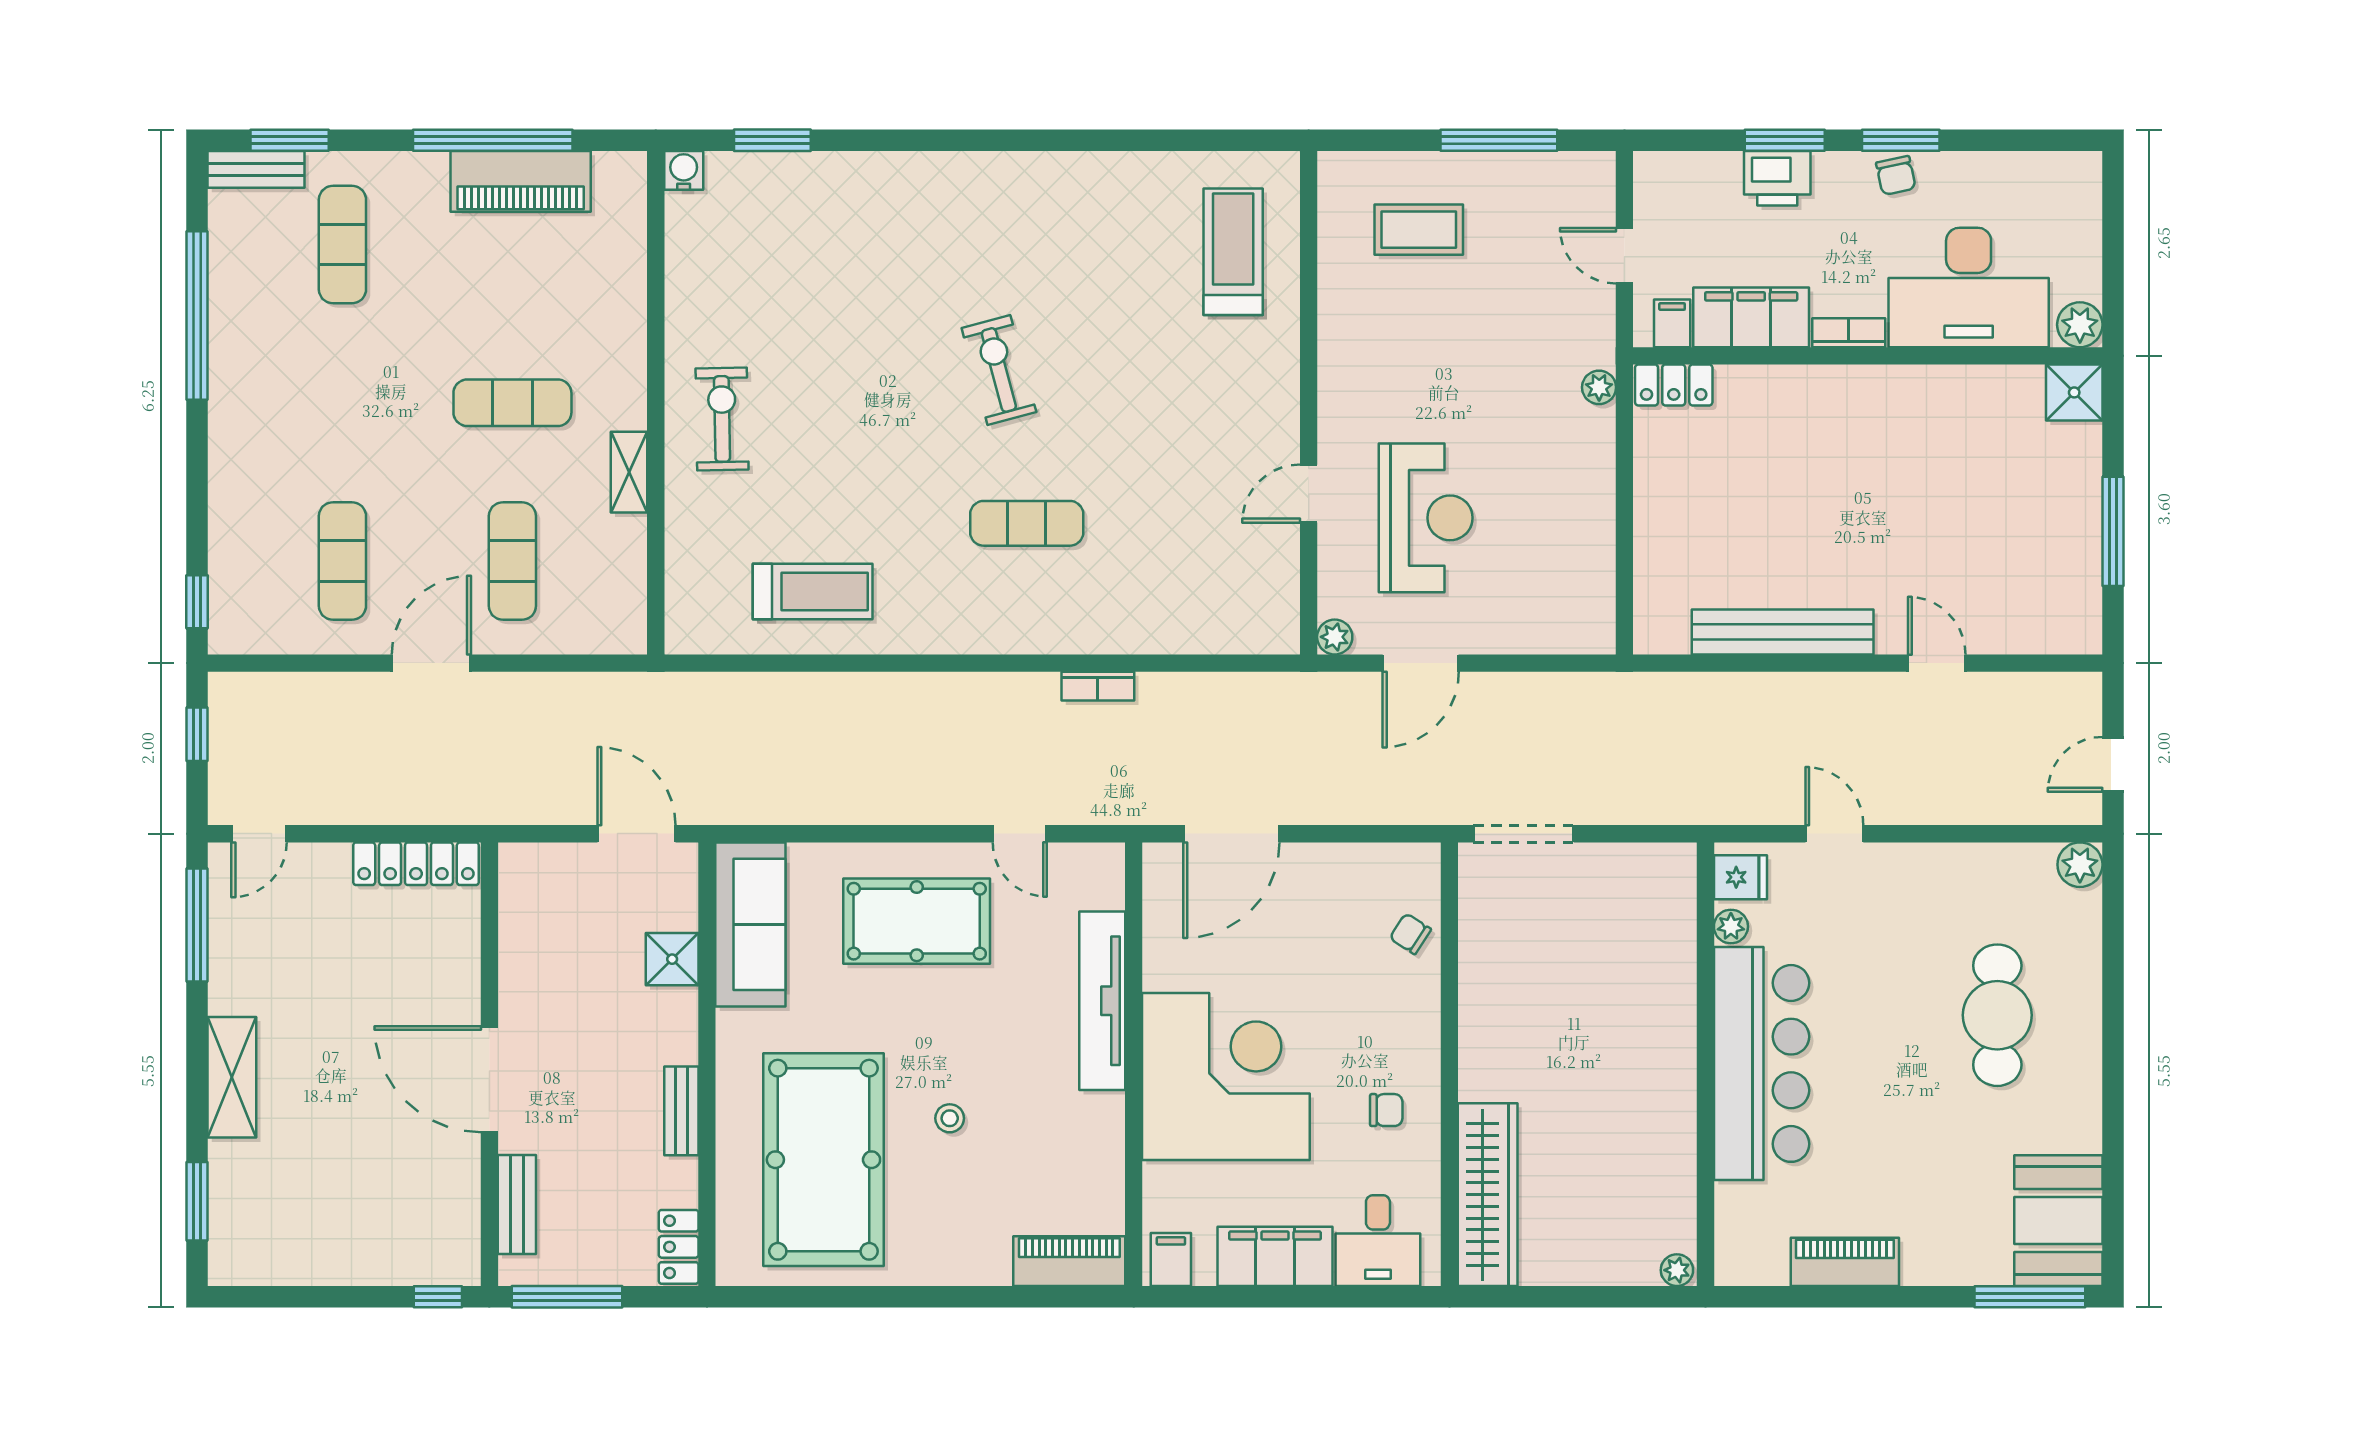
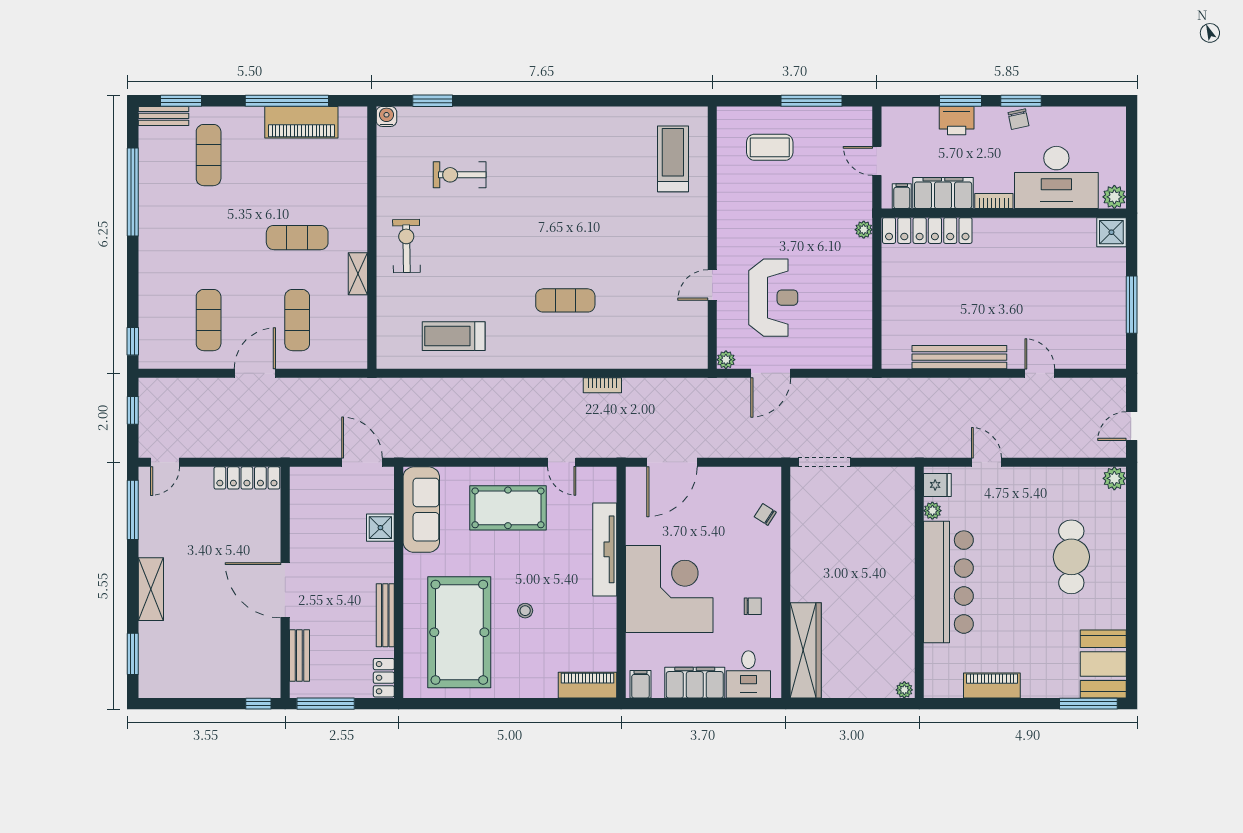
exercise bike: (999, 370) -> (460, 175), moved, turned -75
locker: (1674, 385) -> (927, 231), width x2.16, depth x1.21
treadmill: (813, 592) -> (454, 336), turned 180
bench: (681, 1111) -> (385, 615), width x1.36

